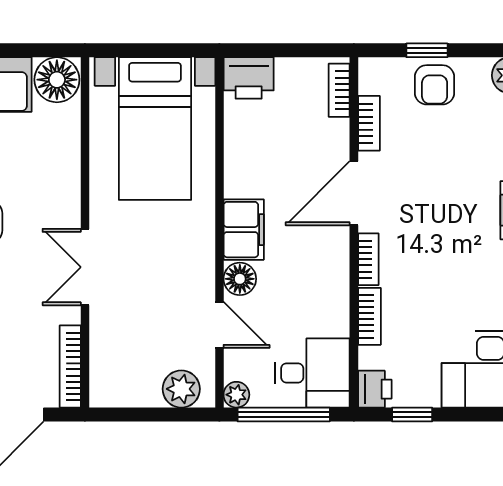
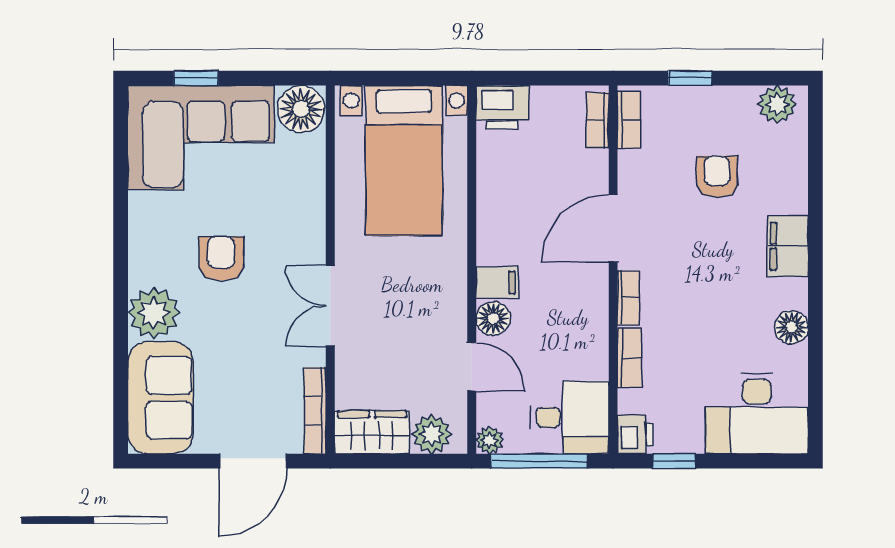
armchair: (435, 85) -> (717, 177), moved, turned 180
bookcase: (369, 123) -> (629, 120), moved
filing cabinet: (244, 230) -> (497, 283), width x0.50
wardrobe: (124, 387) -> (372, 432), added

